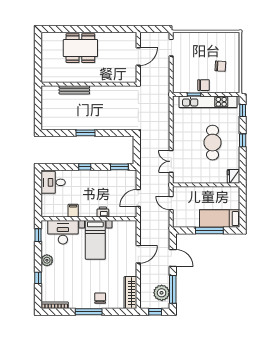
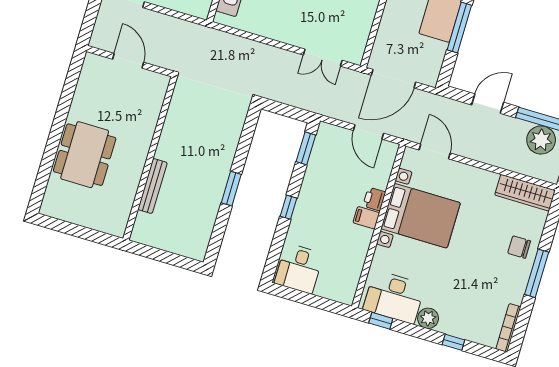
door: (171, 203) -> (394, 79), width x1.87
filing cabinet: (73, 211) -> (366, 218), moved
desk: (63, 232) -> (394, 297), moved, turned -90
bed with nightstands: (95, 240) -> (421, 216), width x1.36
door: (138, 254) -> (435, 152), moved

